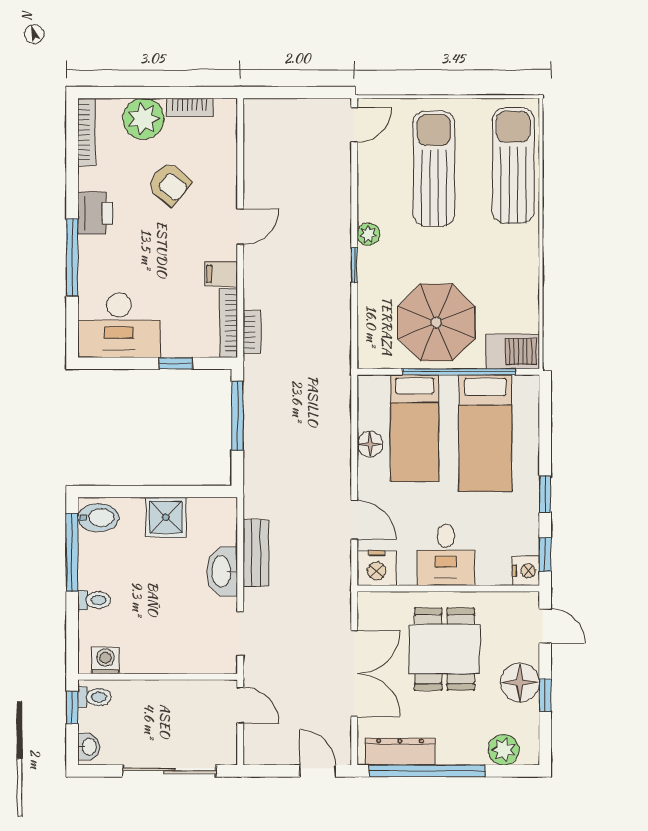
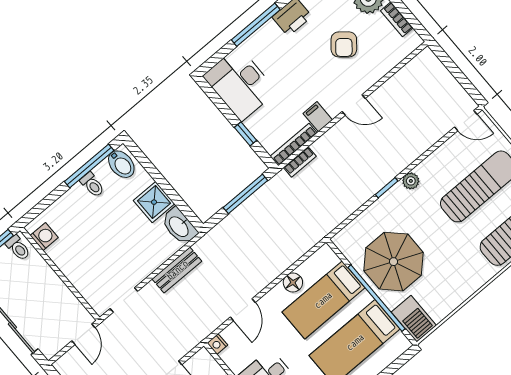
nightstand: (377, 568) -> (217, 344), width x0.53, depth x0.56
washbasin: (222, 571) -> (179, 226), moved, turned -90
toilet: (94, 600) -> (92, 185), moved

